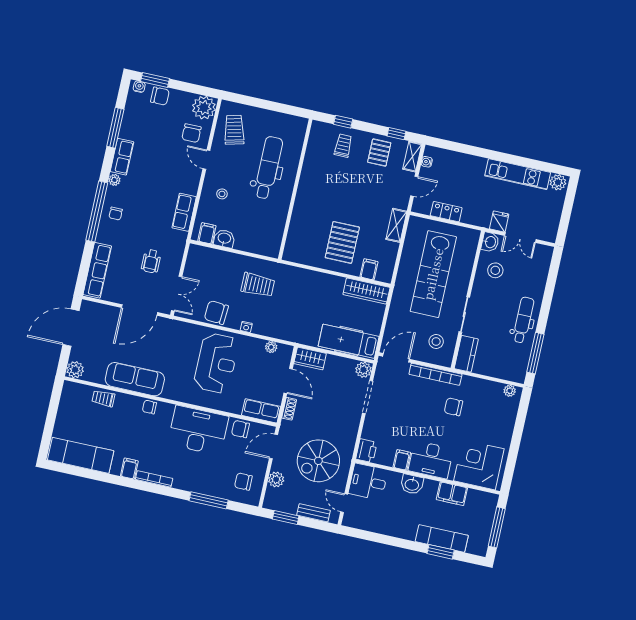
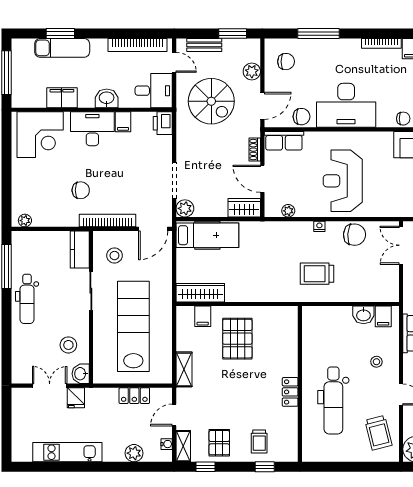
plant: (558, 182) -> (134, 453), moved
locker: (305, 184) -> (290, 392), added
spiral stairs: (318, 461) -> (211, 101), turned 90
bookcase: (373, 526) -> (138, 45), added

